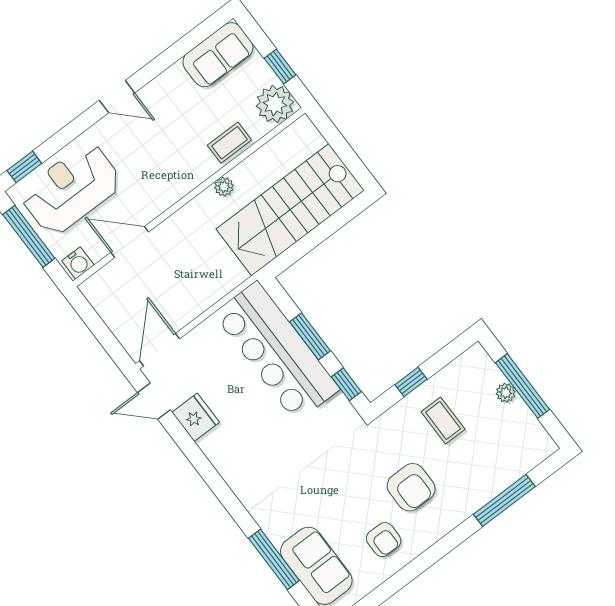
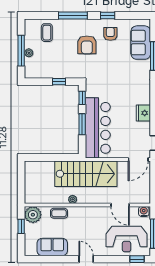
sofa: (218, 55) -> (52, 247), moved
stairs: (290, 210) -> (86, 174), moved
fridge: (196, 417) -> (143, 113), moved
coffee table: (443, 421) -> (47, 33), moved
armchair: (411, 487) -> (87, 45), turned 180
window: (504, 500) -> (73, 16), moved
window: (414, 569) -> (108, 16), added

